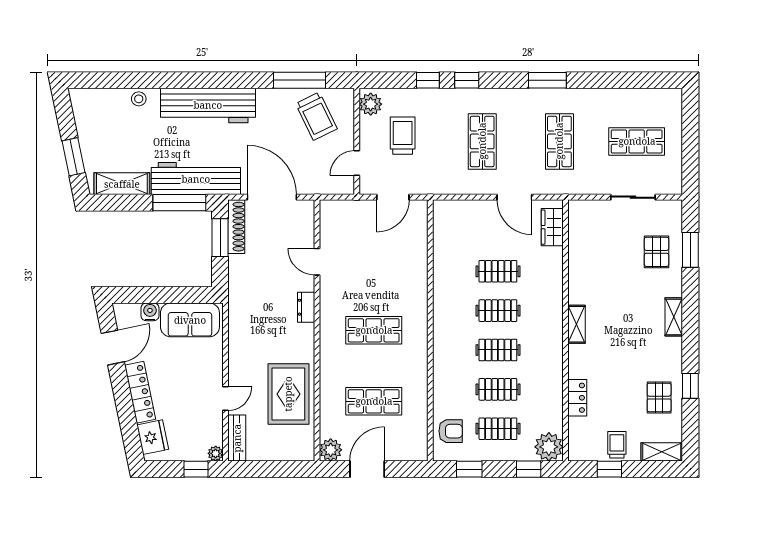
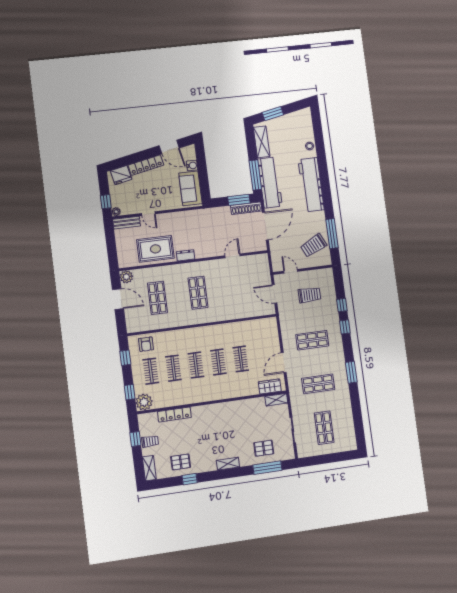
plant: (371, 104) -> (324, 275), removed
window: (690, 250) -> (267, 468), width x1.44
dresser: (306, 307) -> (186, 255), moved
shelving: (577, 324) -> (276, 400), moved
locker: (577, 398) -> (174, 415), width x1.53

